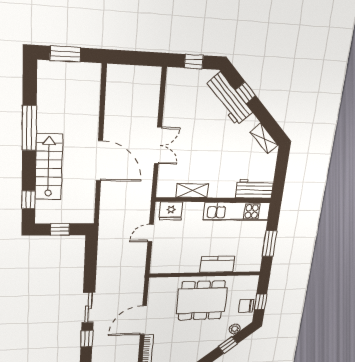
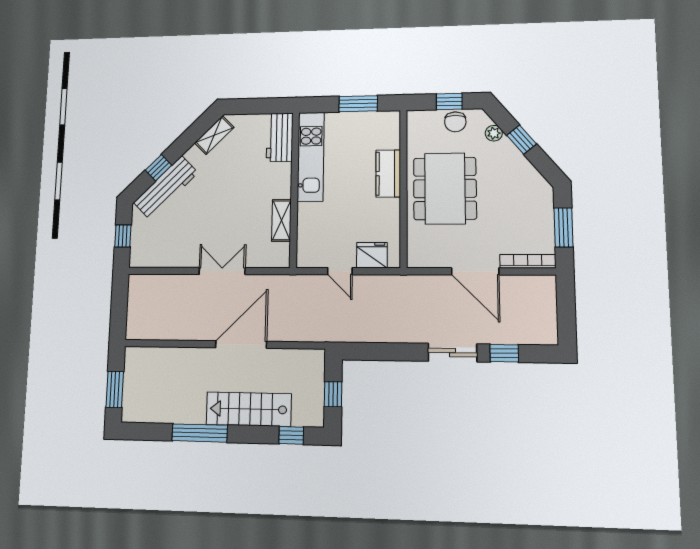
fridge: (171, 211) -> (372, 255), moved, turned -90

